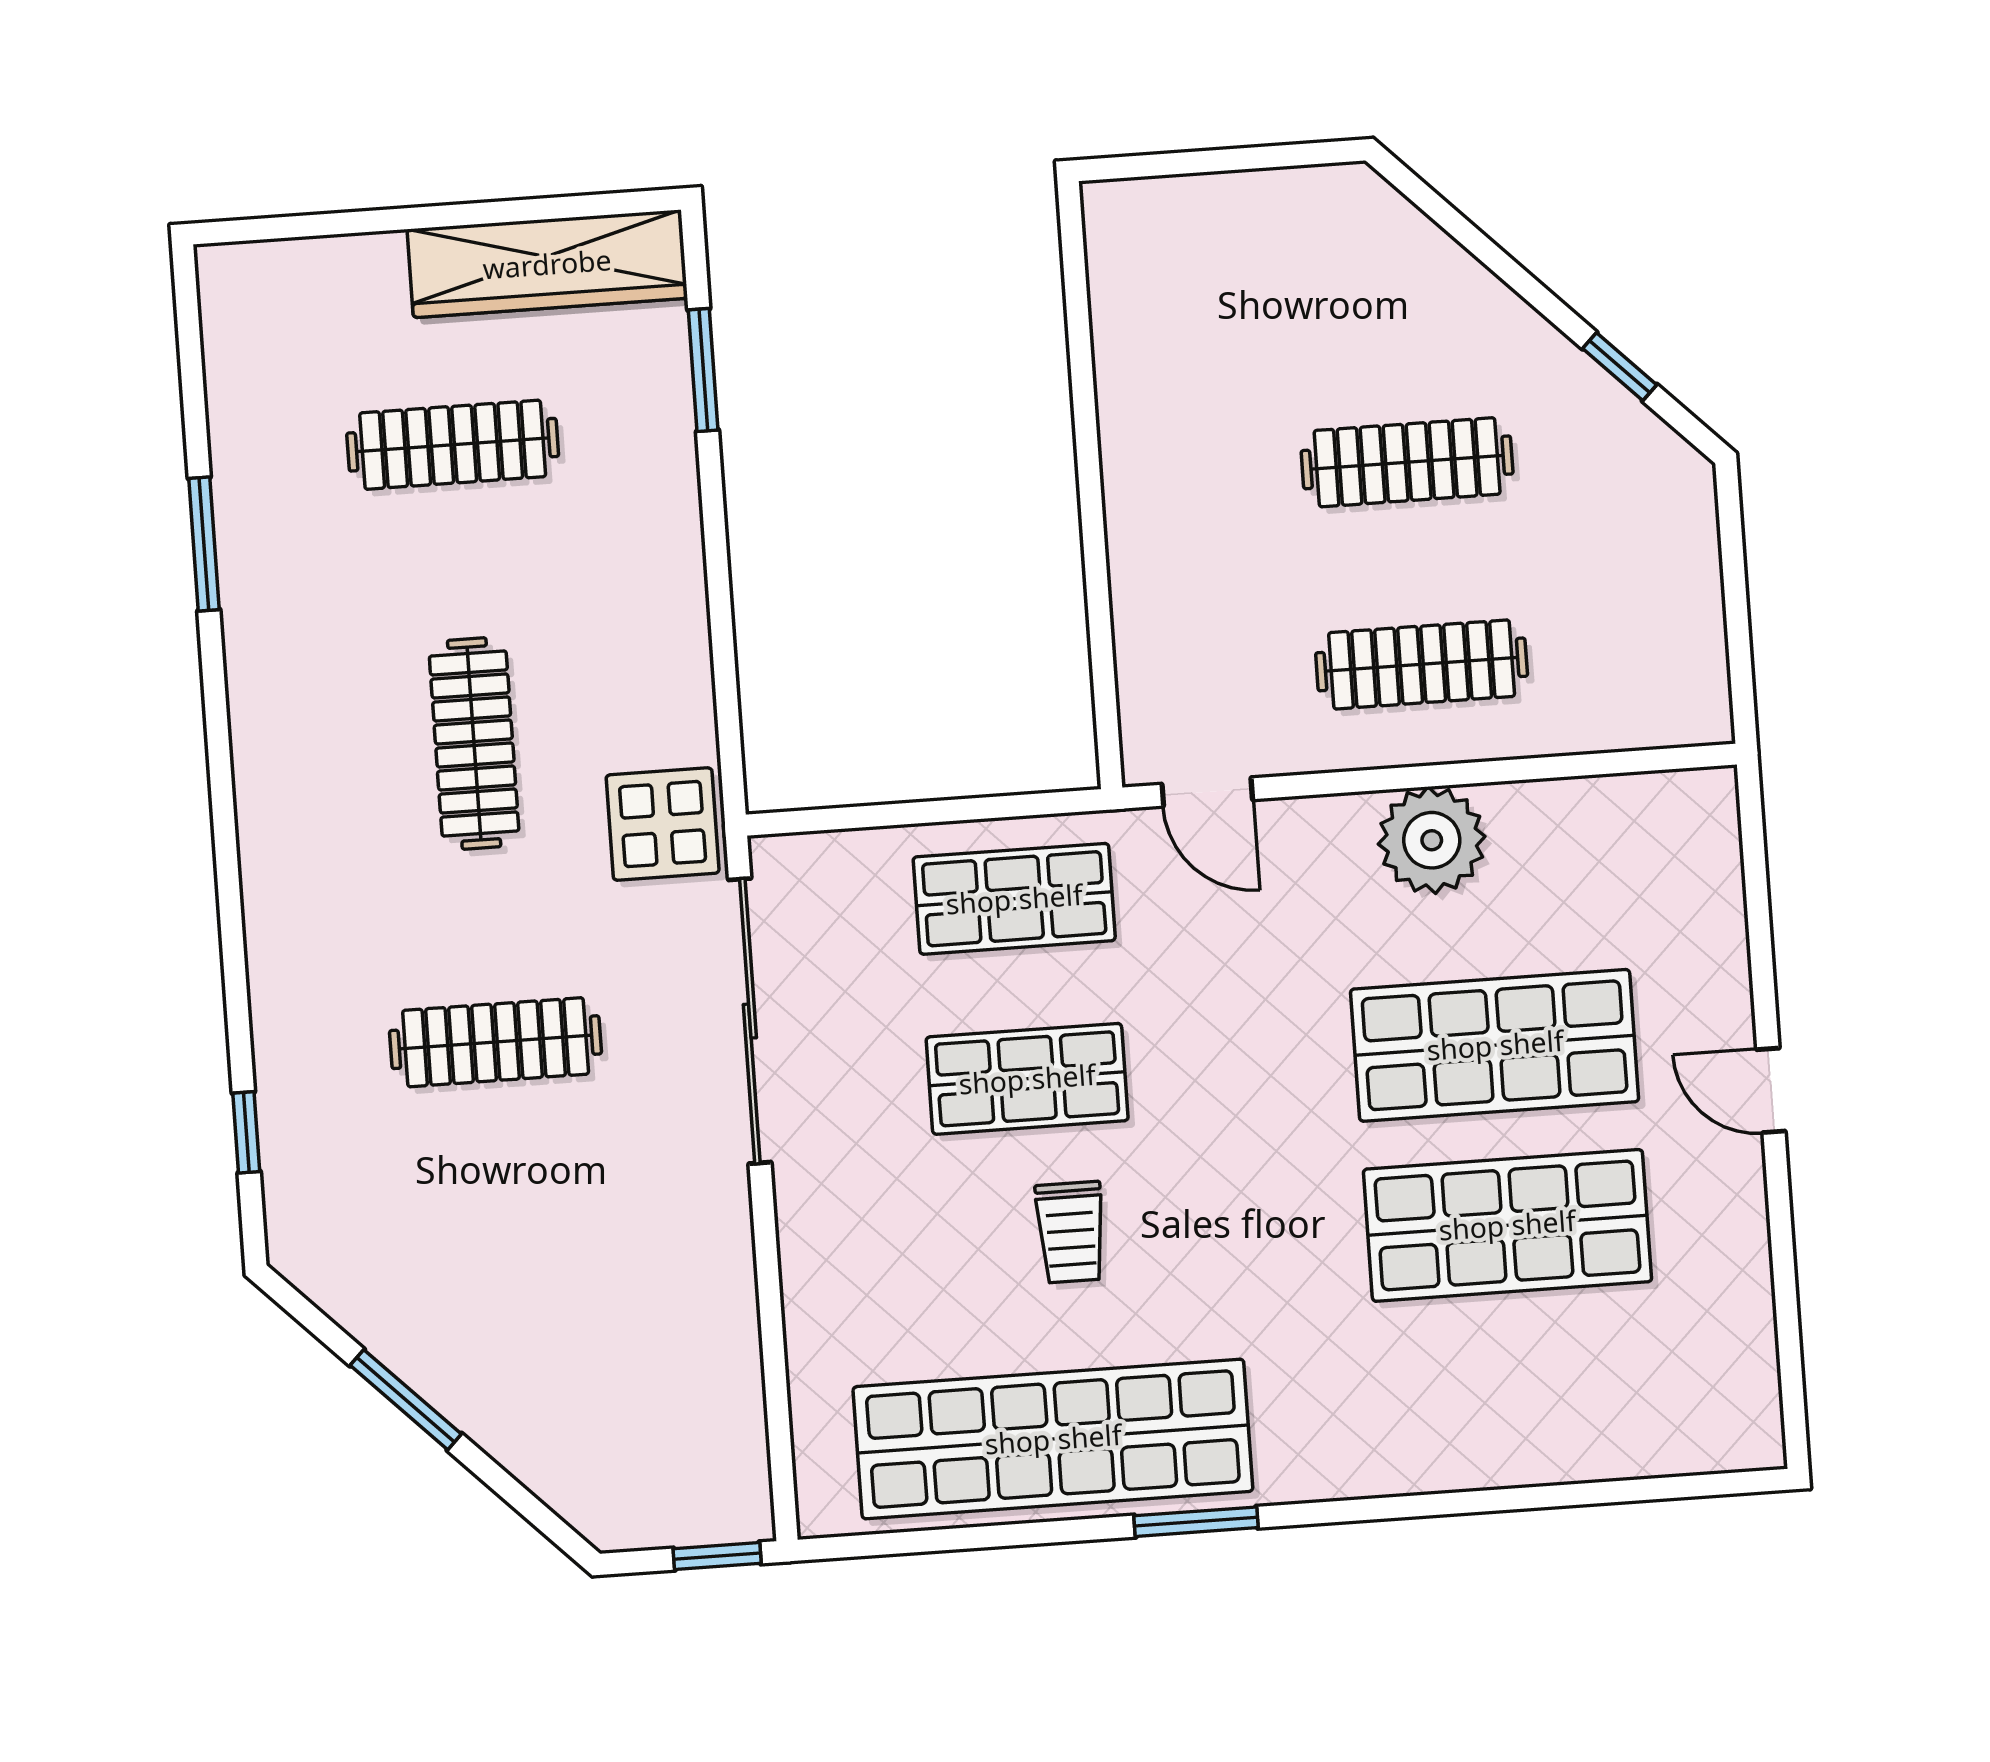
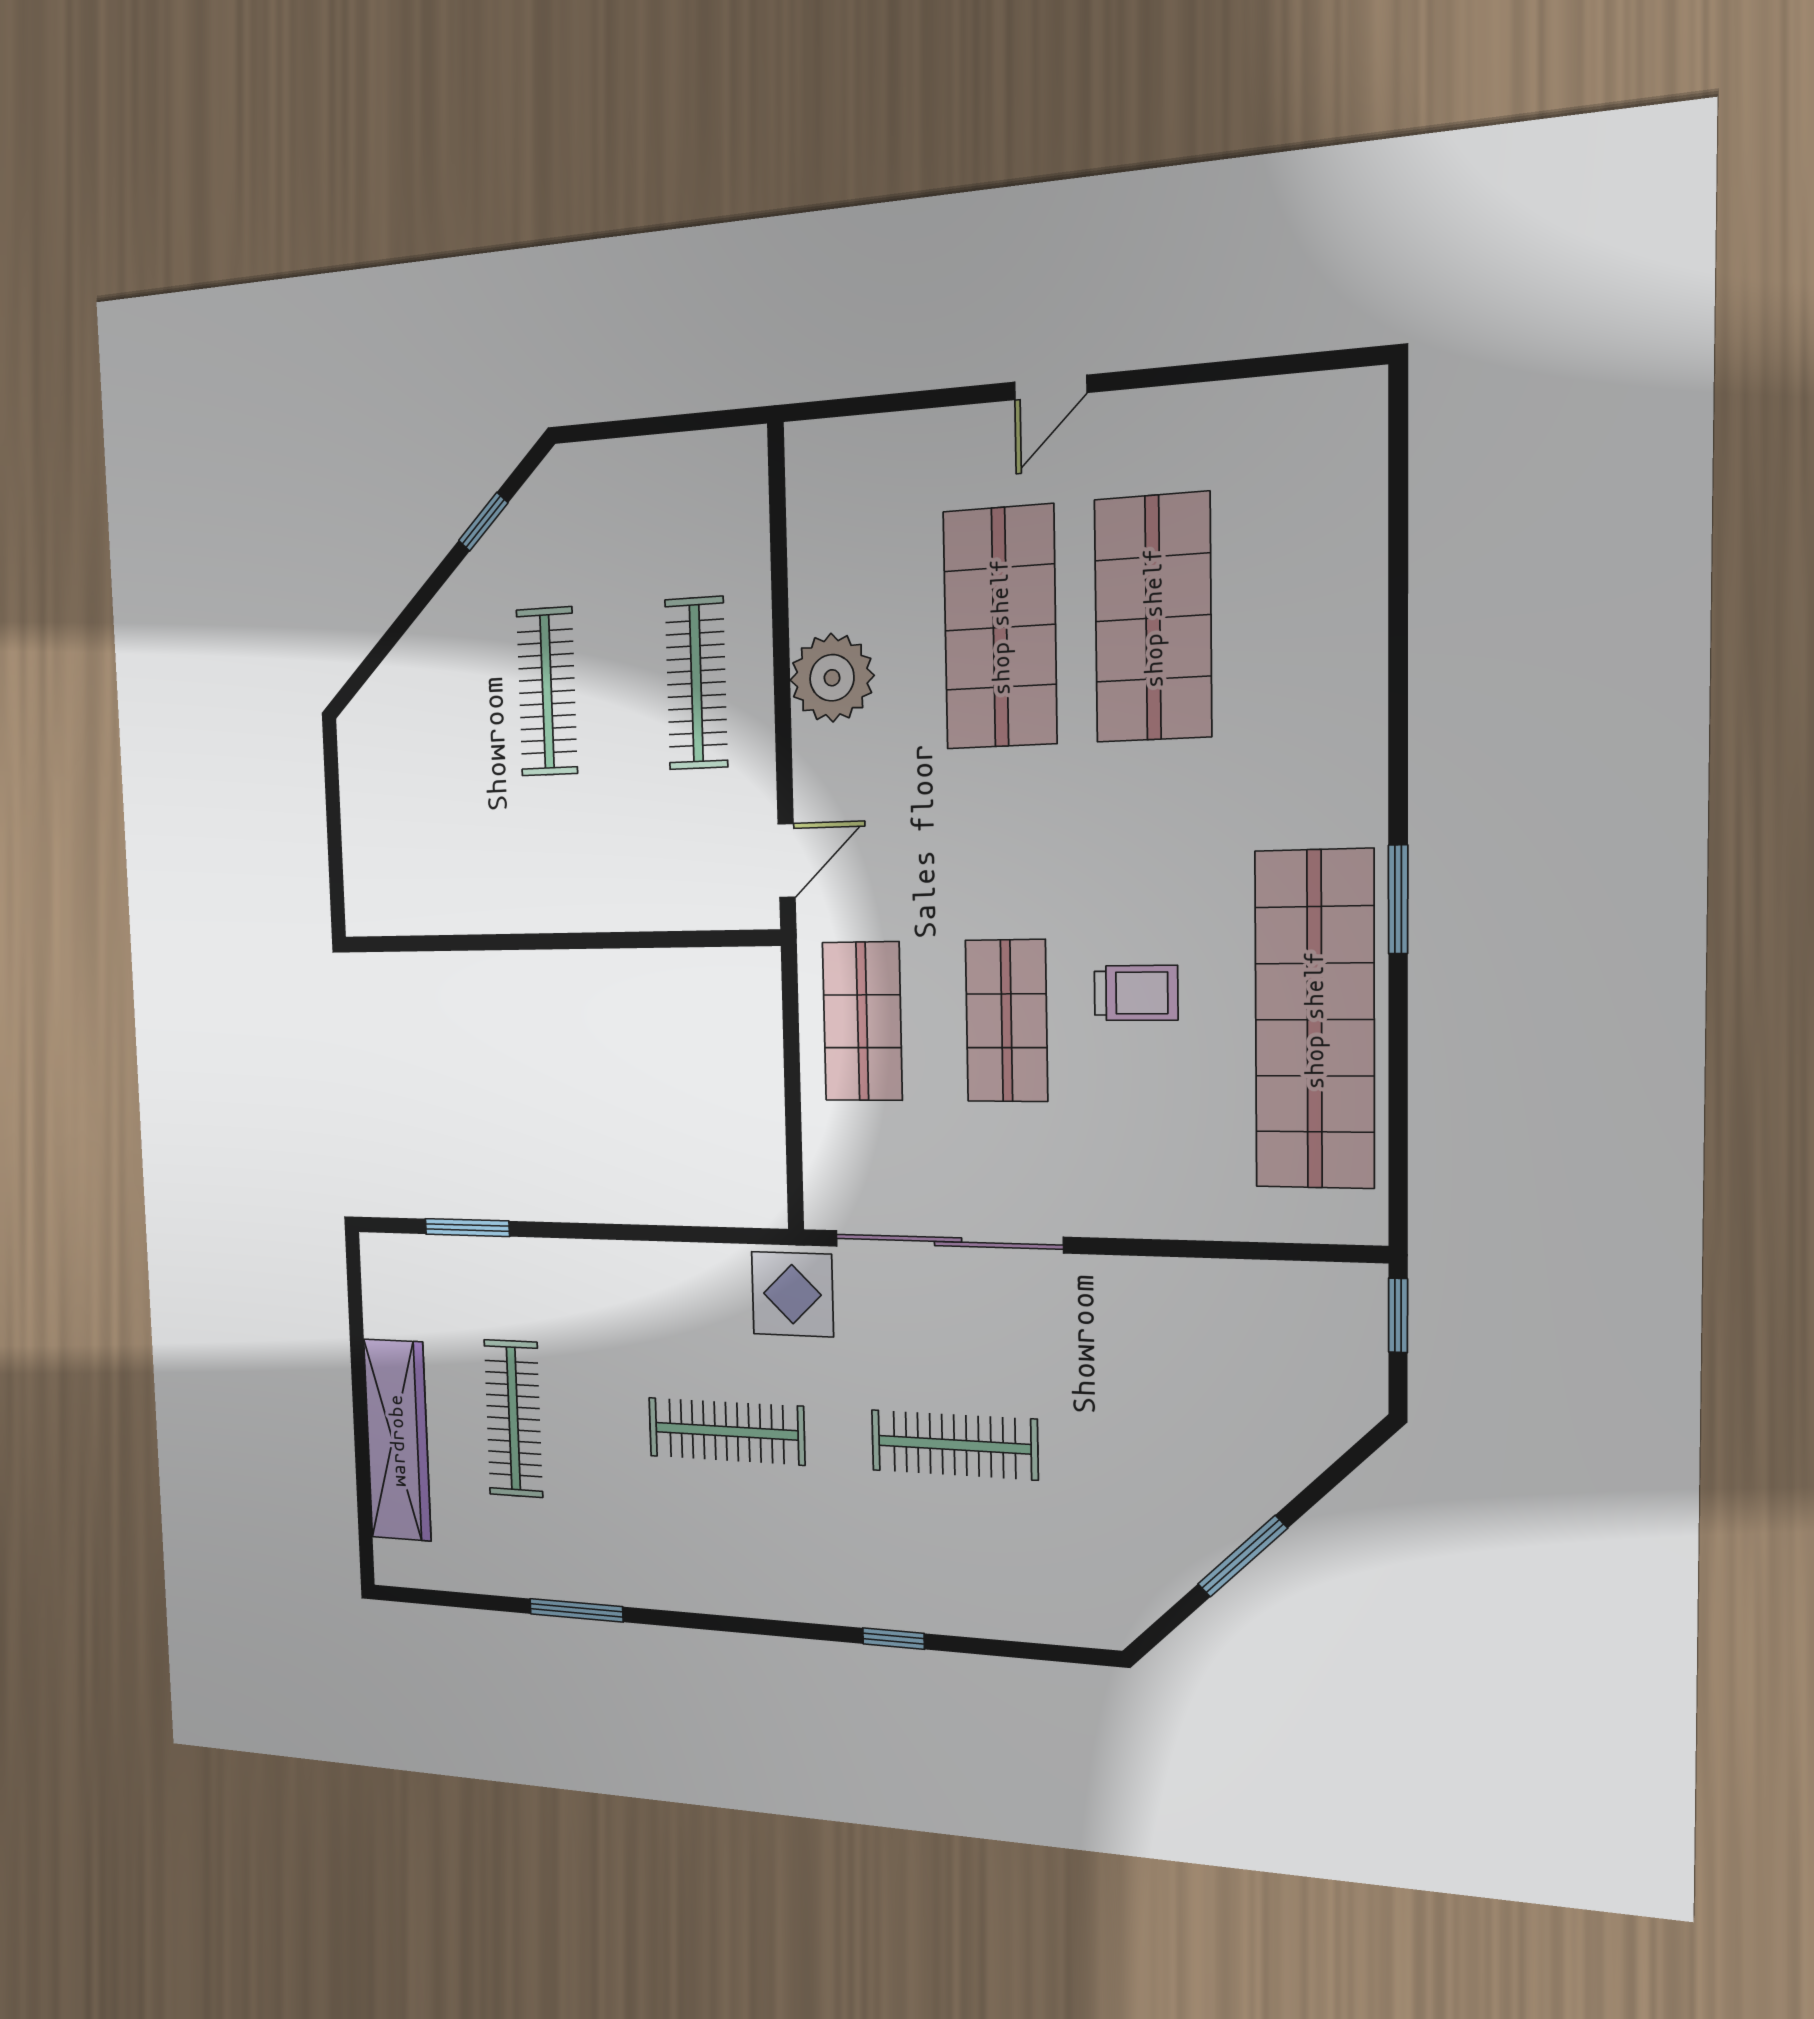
wardrobe: (547, 264) -> (397, 1440), moved
clothes rail: (496, 1042) -> (954, 1445), turned 90
window: (246, 1132) -> (894, 1639), moved

